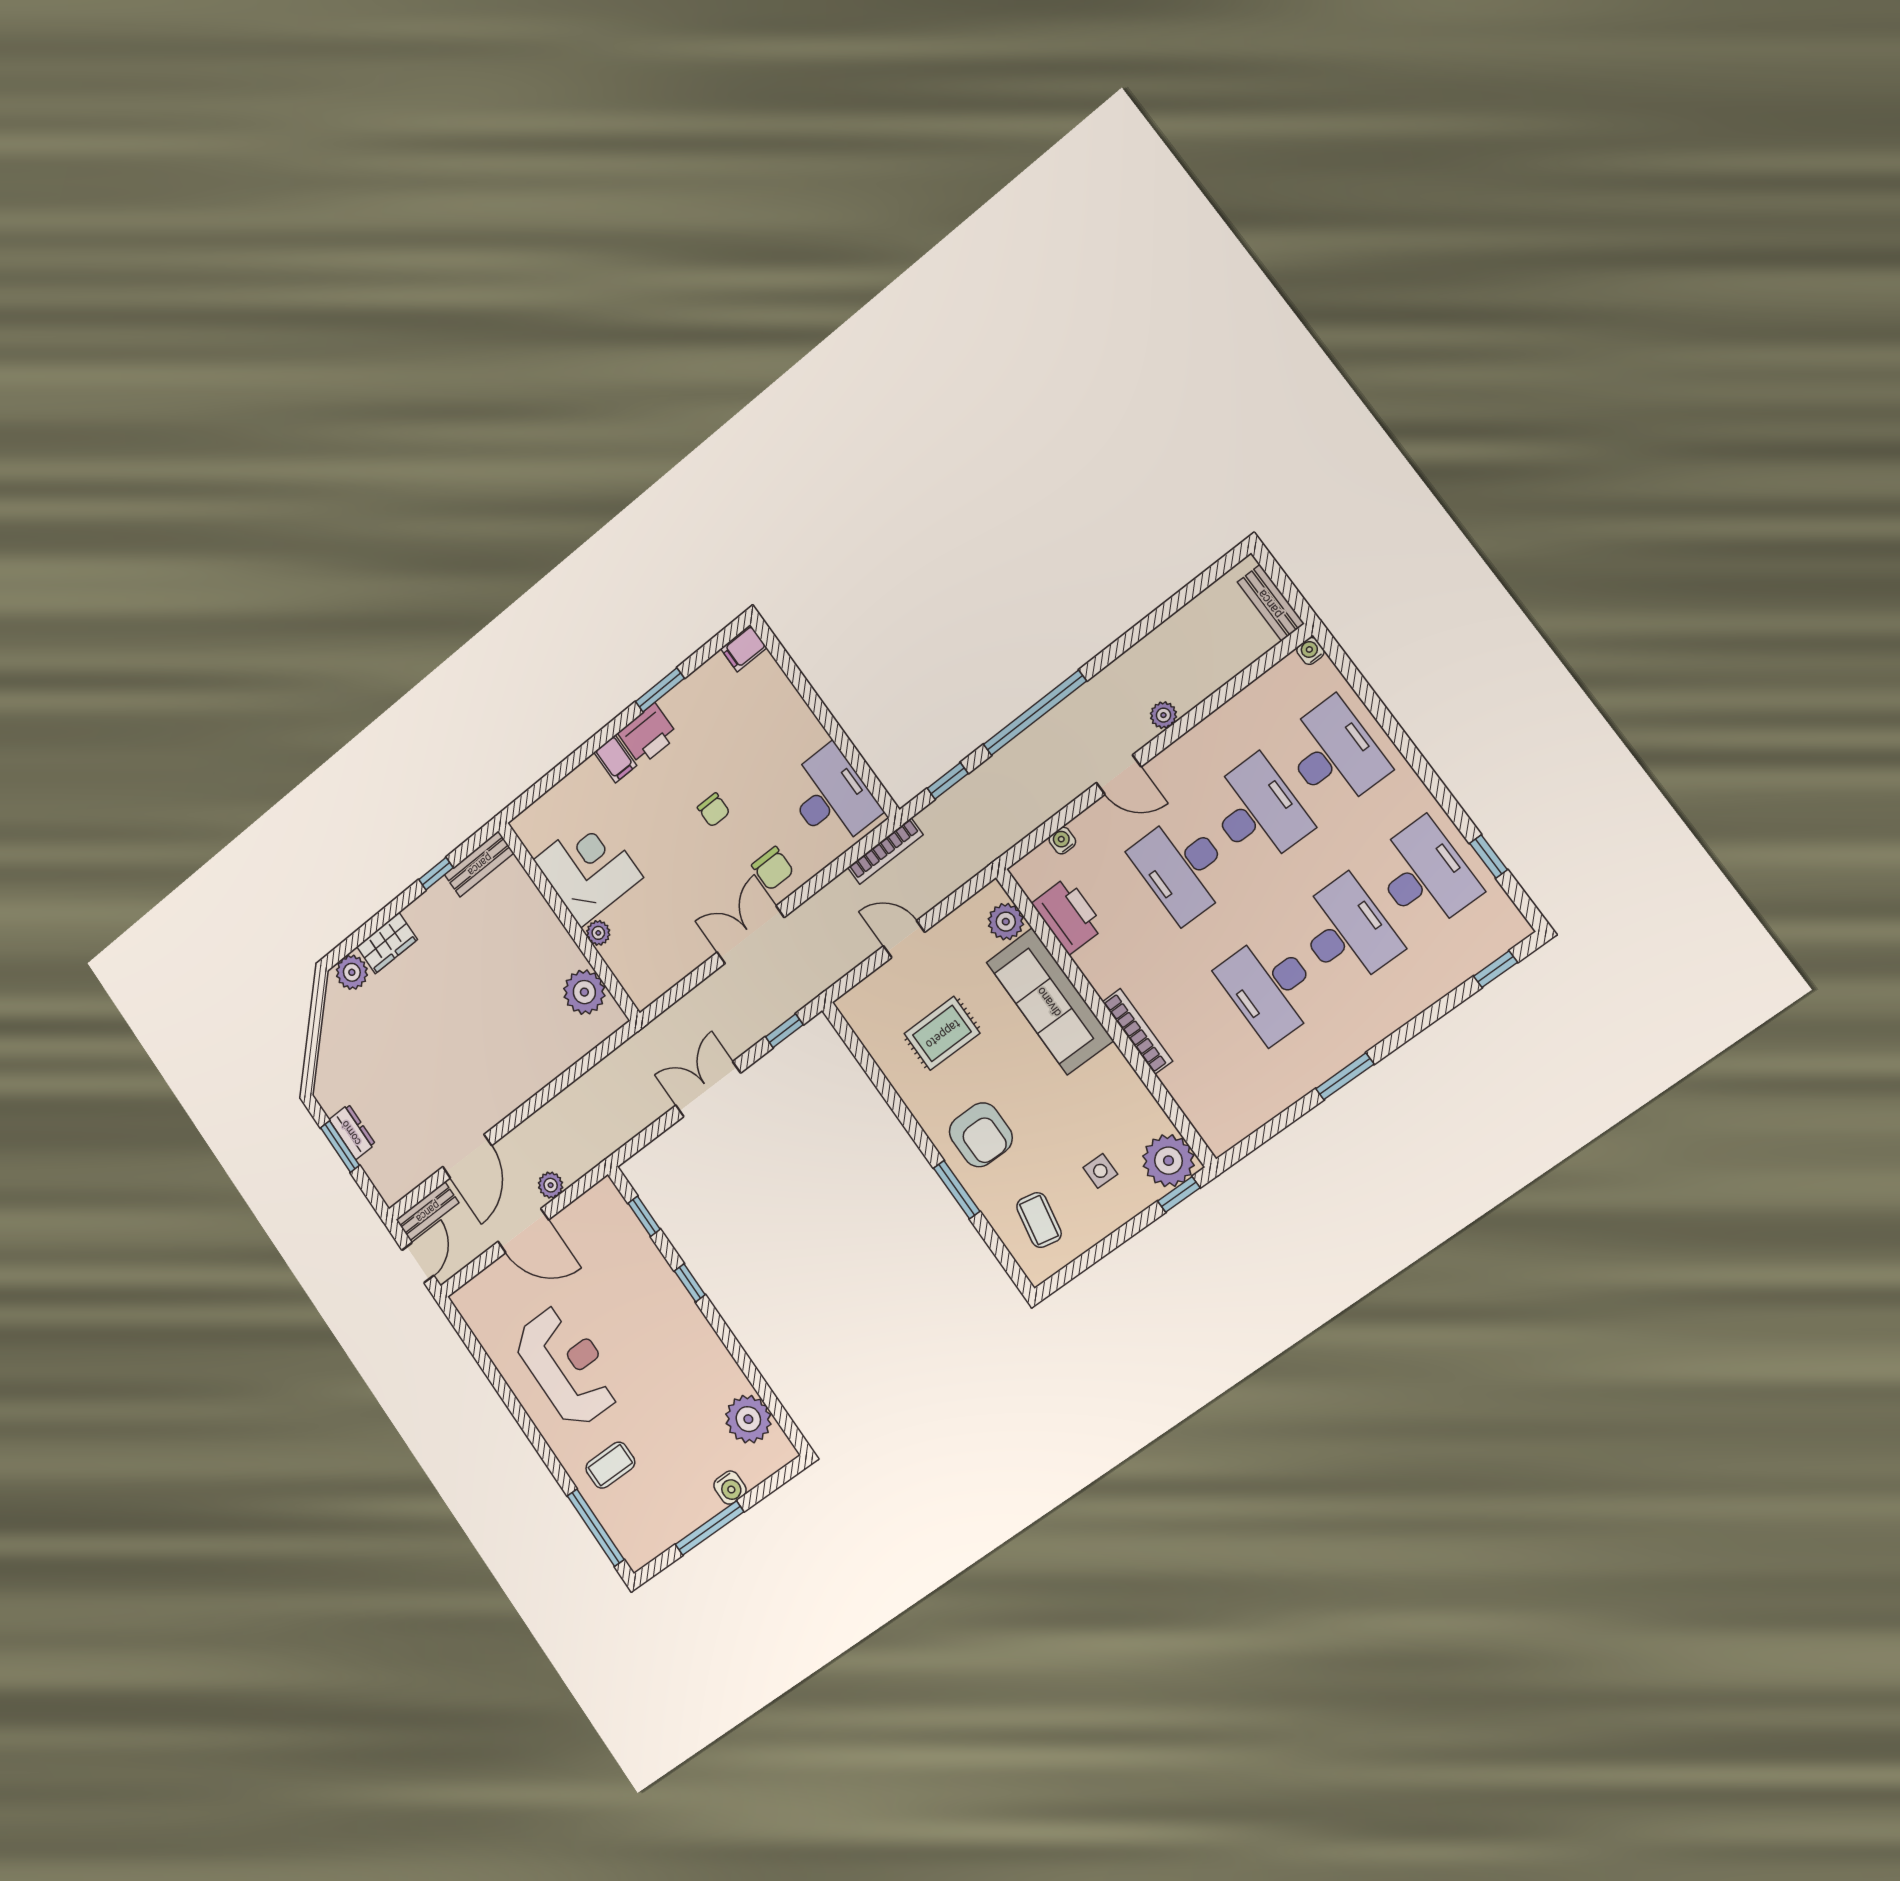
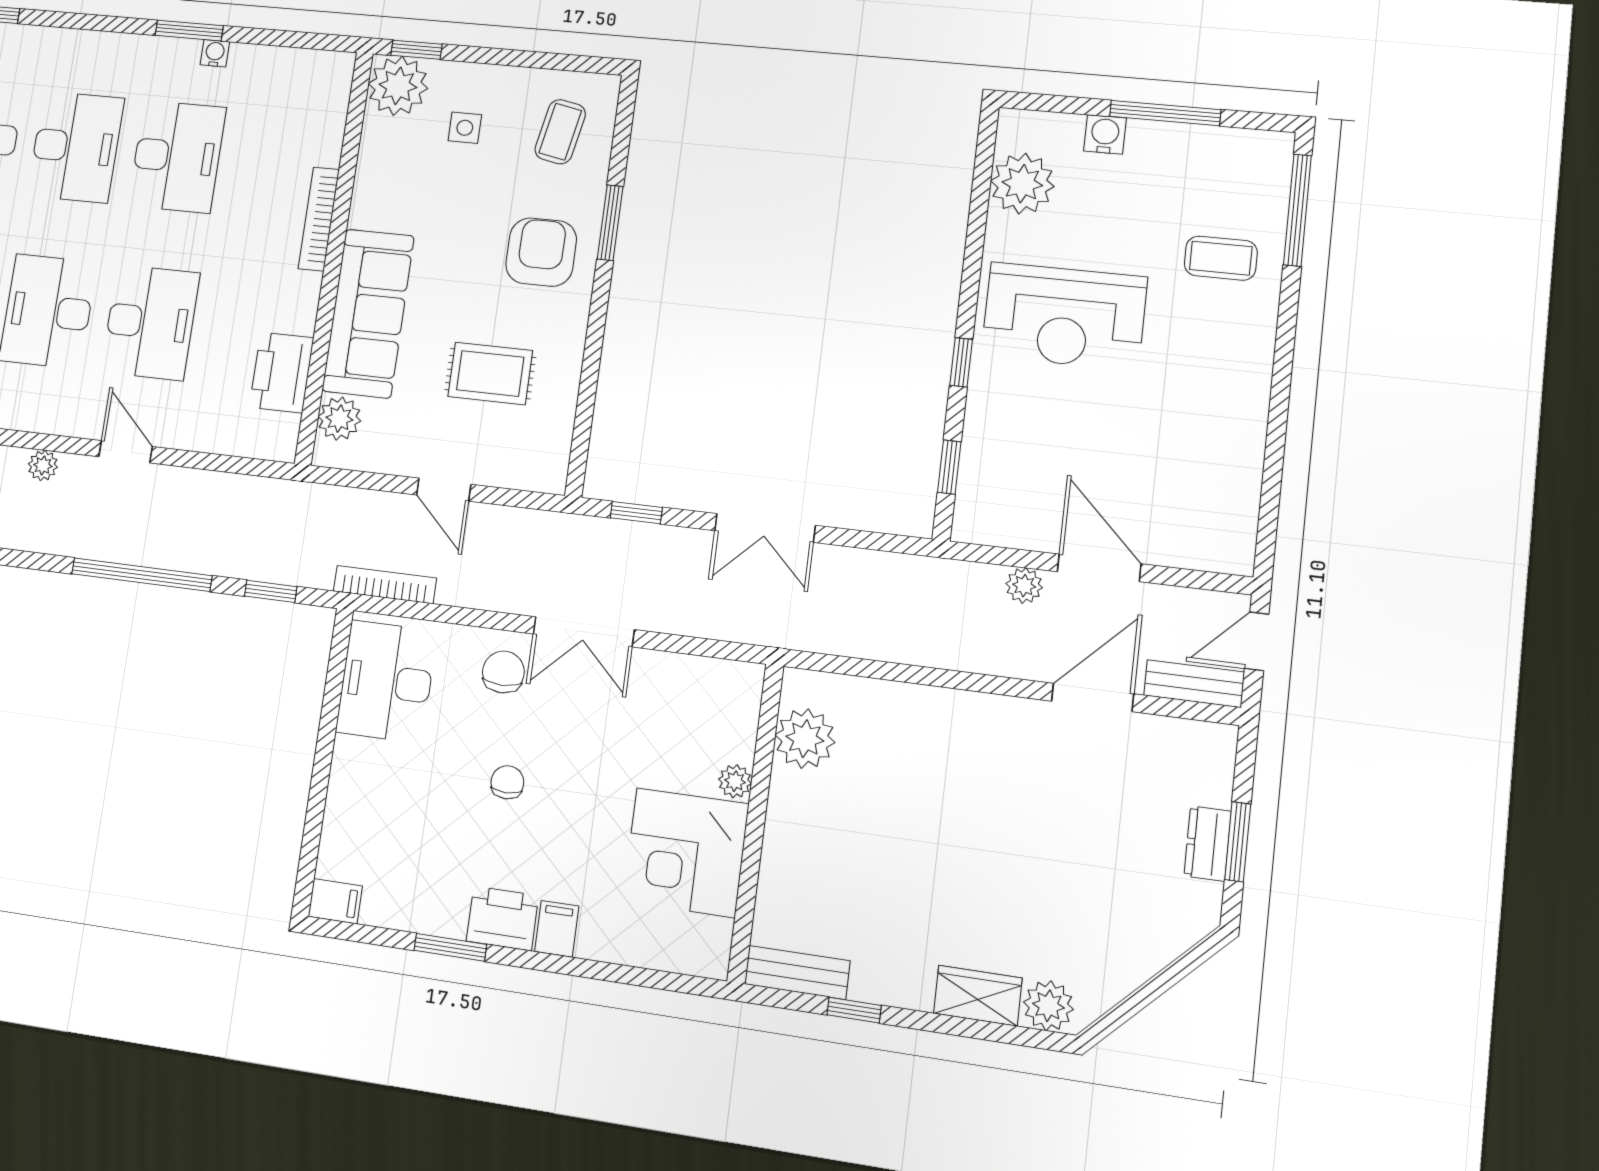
water cooler: (1062, 841) -> (215, 53), moved, turned 180
desk: (1347, 932) -> (76, 147), turned 180
reception desk: (567, 1366) -> (1064, 316), moved, turned -90

